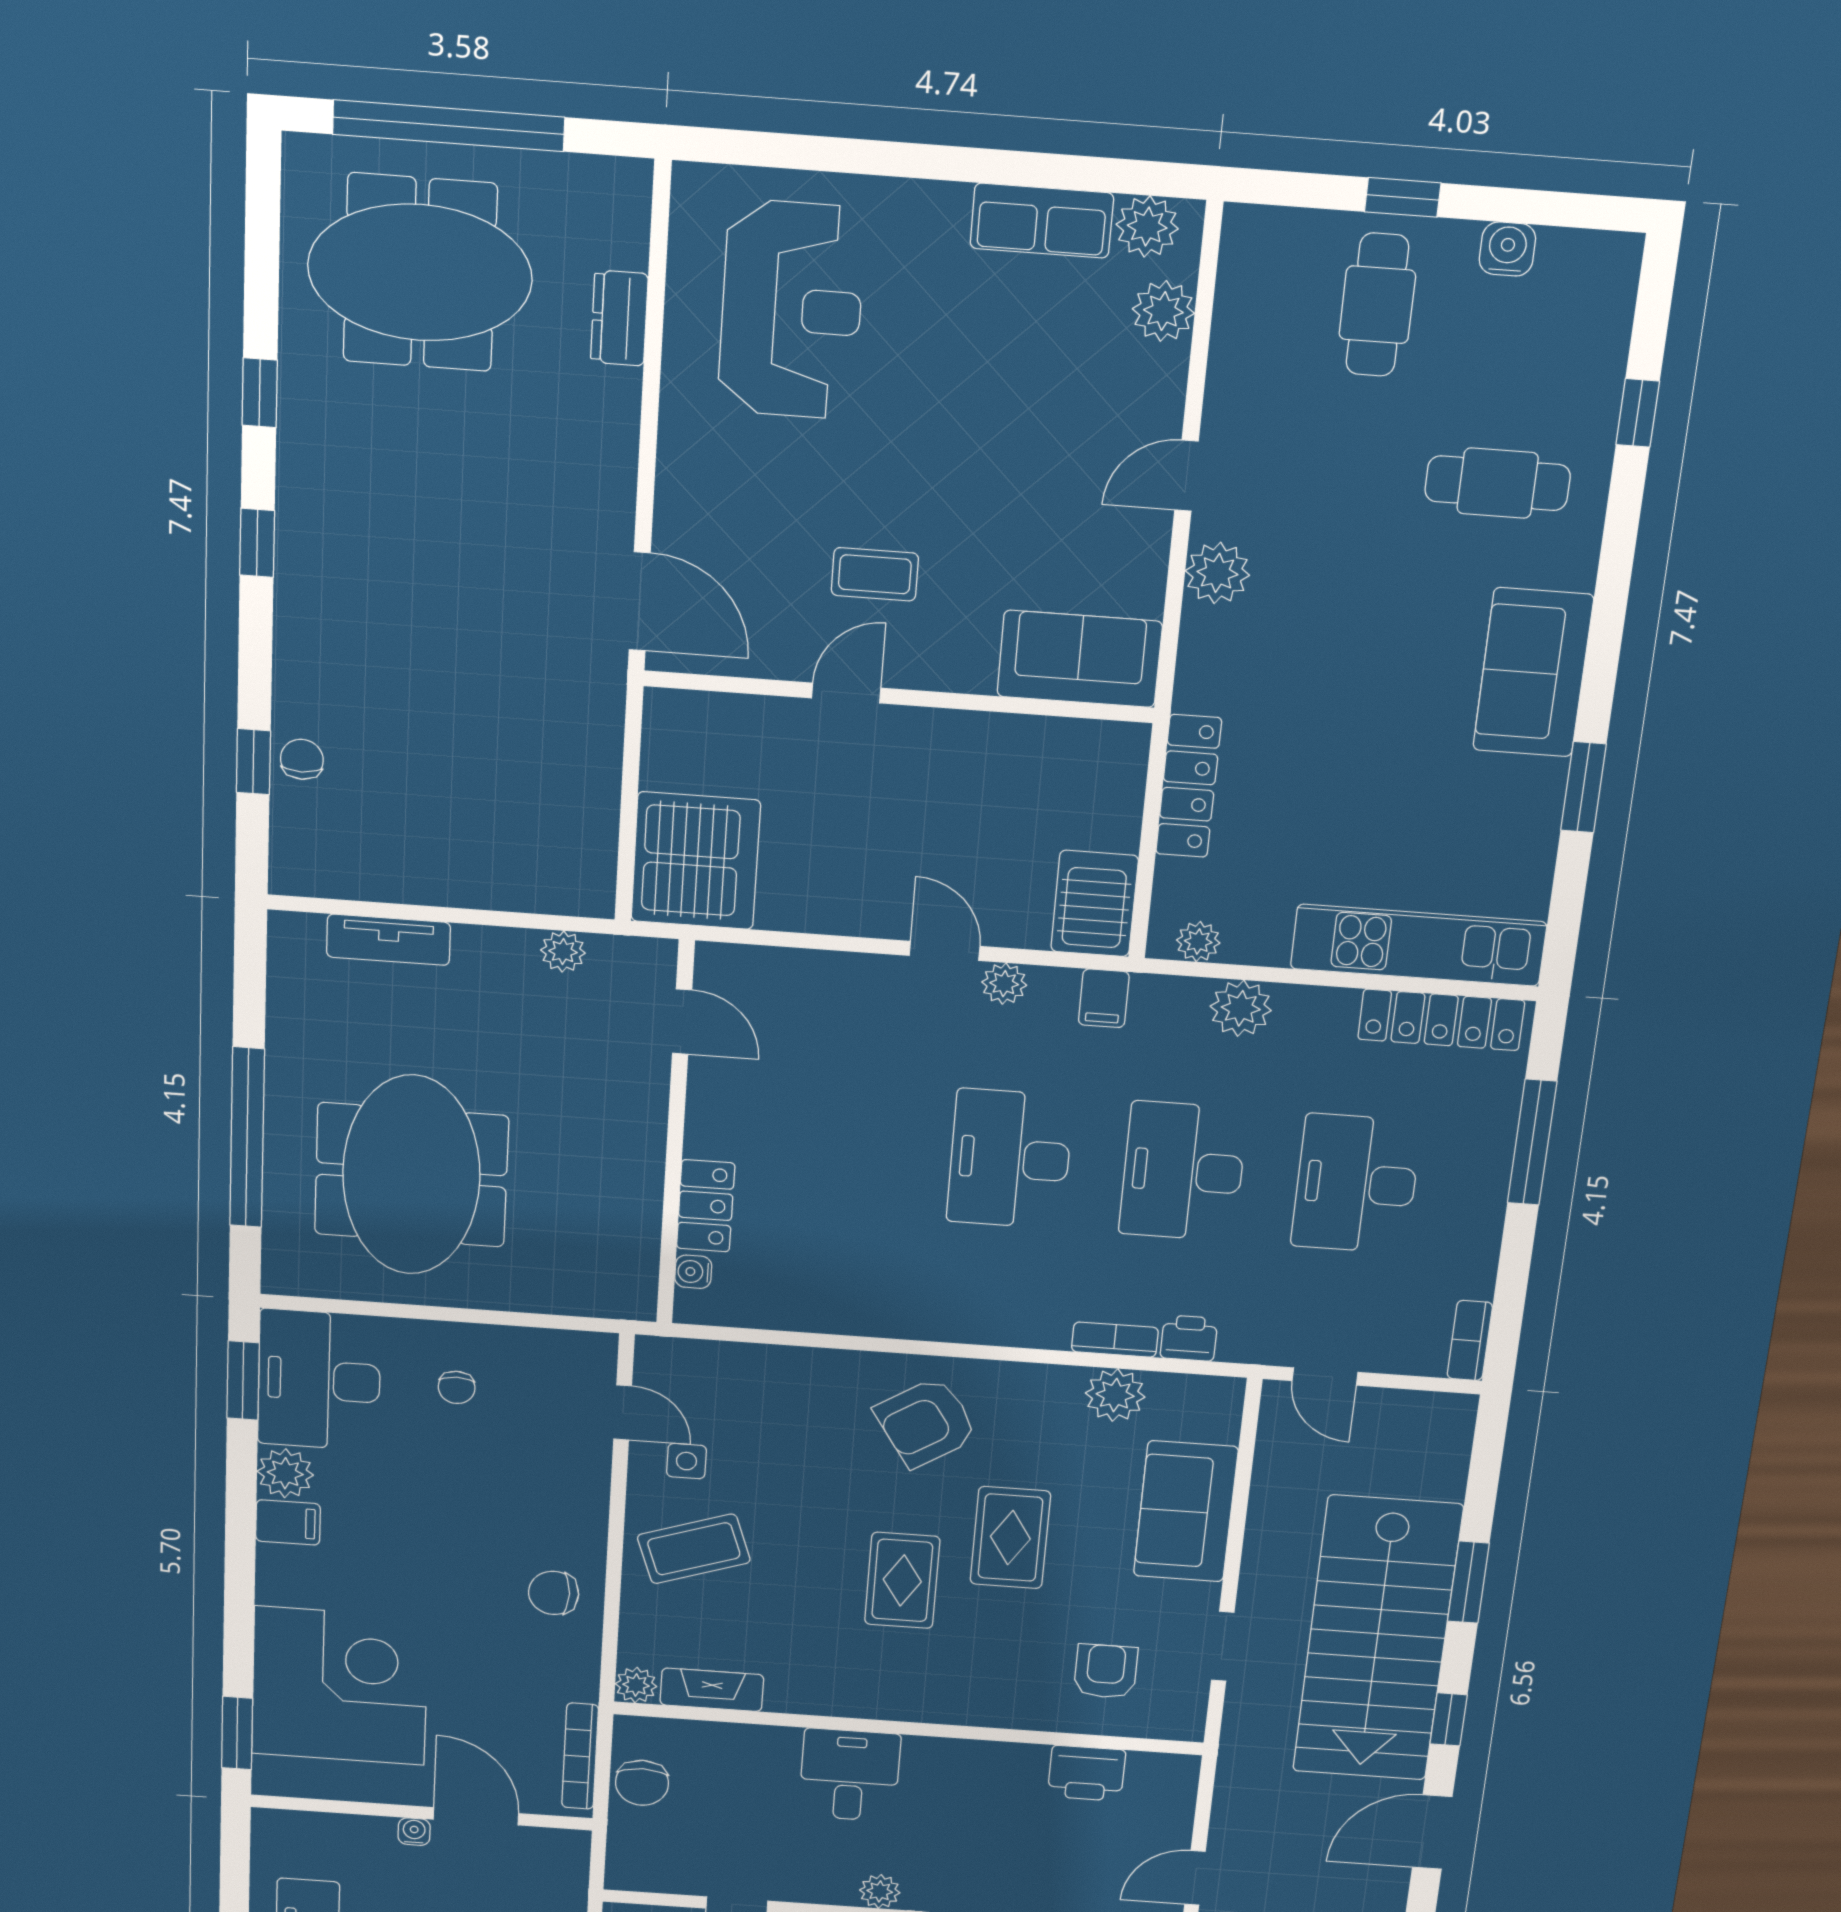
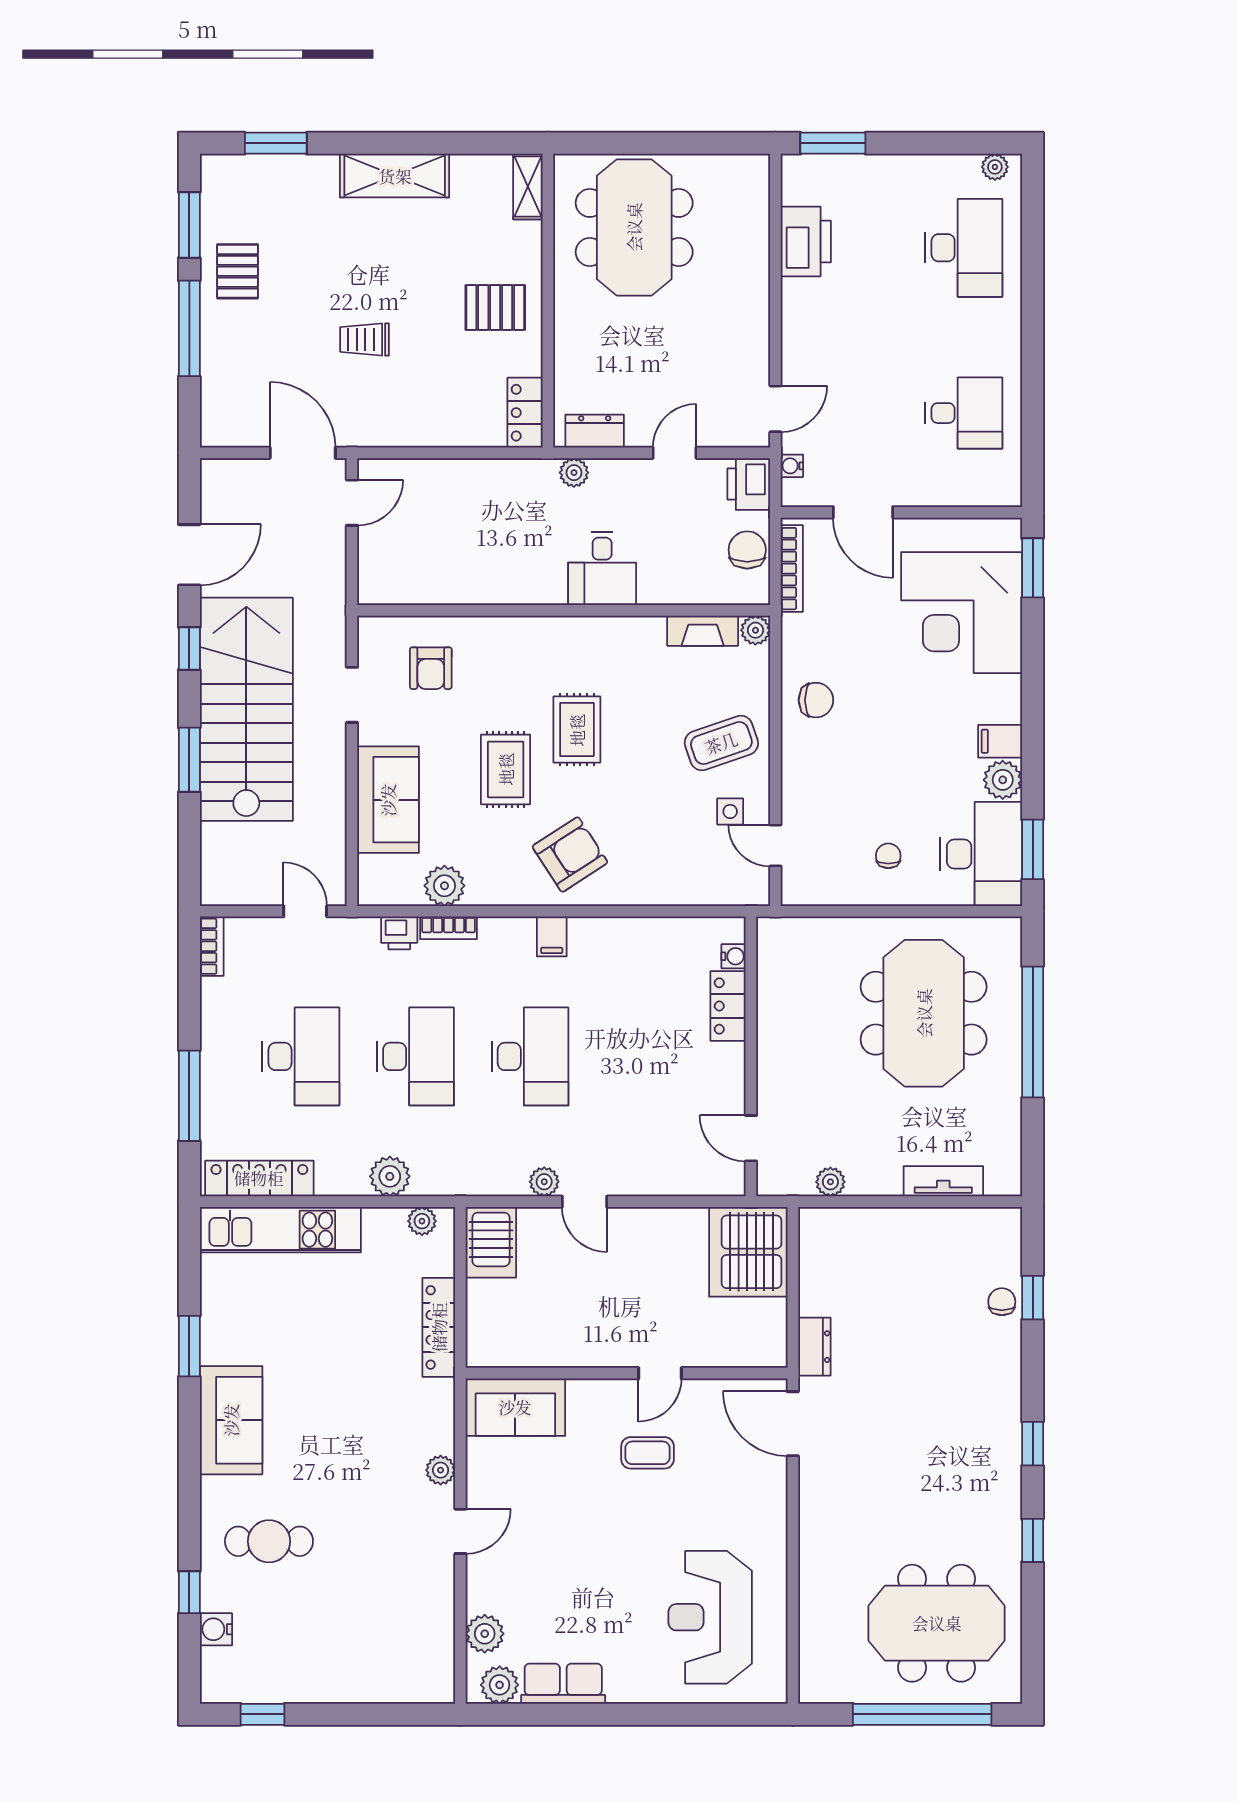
window: (1403, 197) -> (263, 1714), moved
water cooler: (1507, 249) -> (216, 1629), moved, turned 90
cafe table: (1377, 305) -> (356, 1648), removed
dresser: (619, 318) -> (814, 1347), moved
plant: (1217, 573) -> (441, 1470), width x0.73, depth x0.73
chair: (302, 759) -> (1002, 1302), turned 180
filing cabinet: (1104, 998) -> (552, 936), moved, turned 180
printer: (1087, 1773) -> (749, 484), moved, turned -90
water cooler: (414, 1832) -> (792, 466), moved, turned 90

